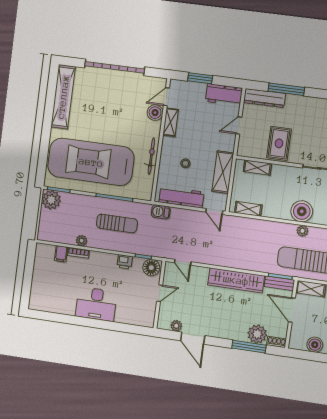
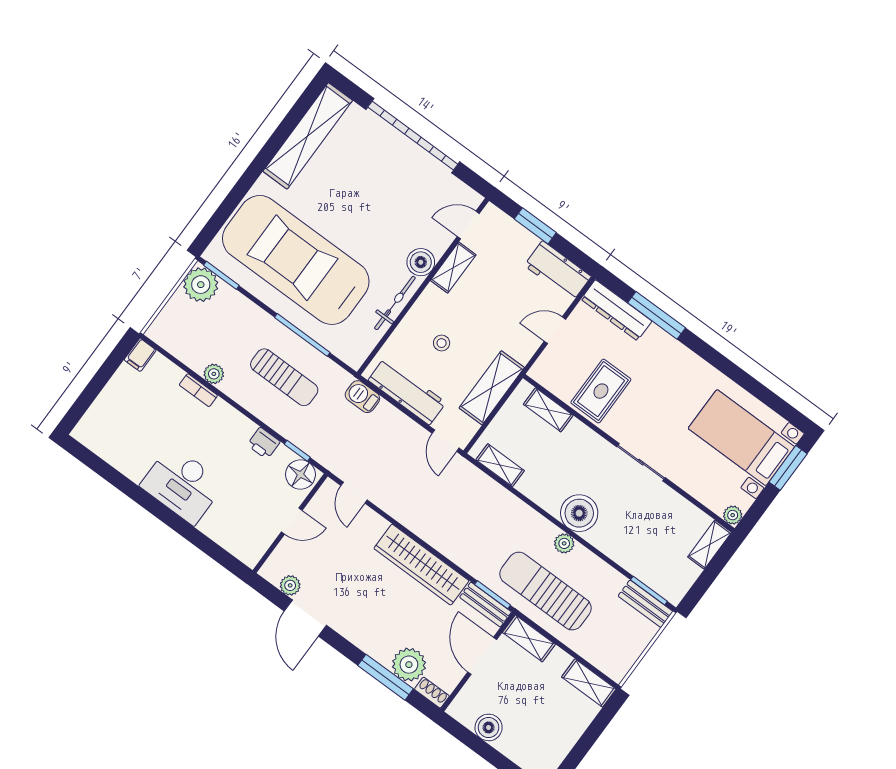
boiler: (155, 113) -> (421, 262), moved
filing cabinet: (61, 254) -> (140, 355), moved

